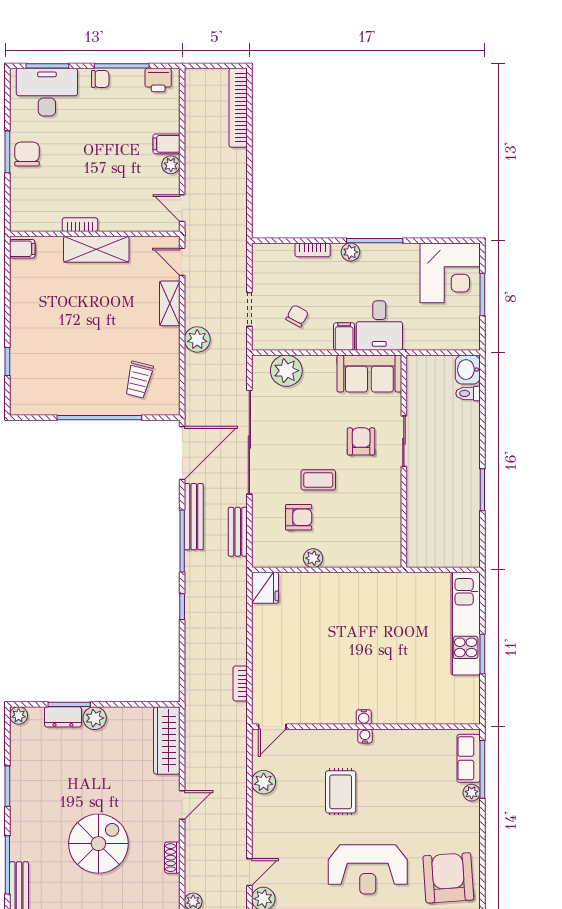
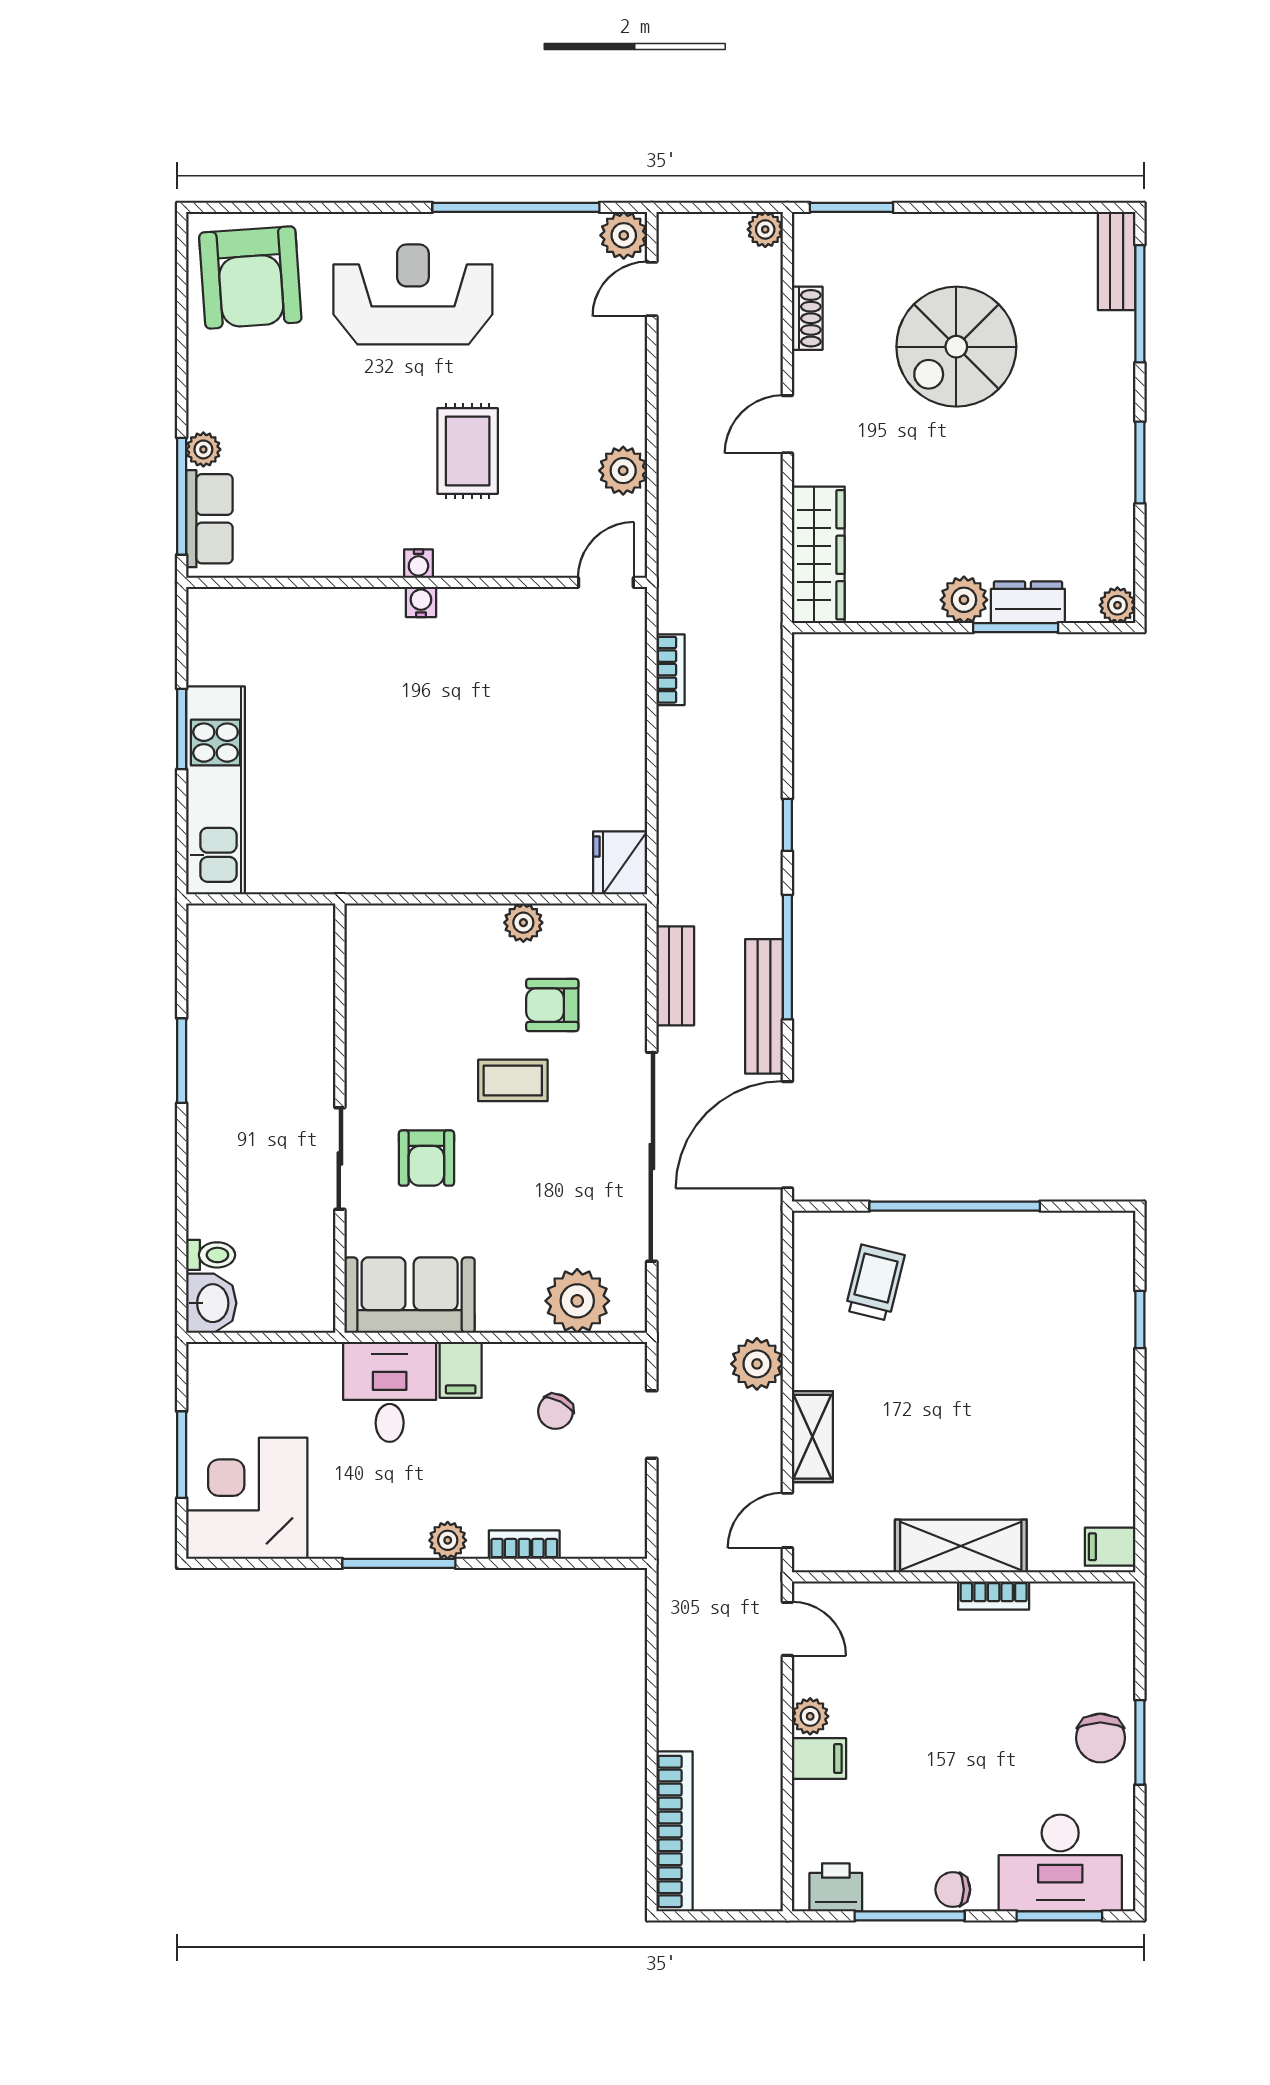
door: (182, 262) -> (787, 1520), swing flipped

